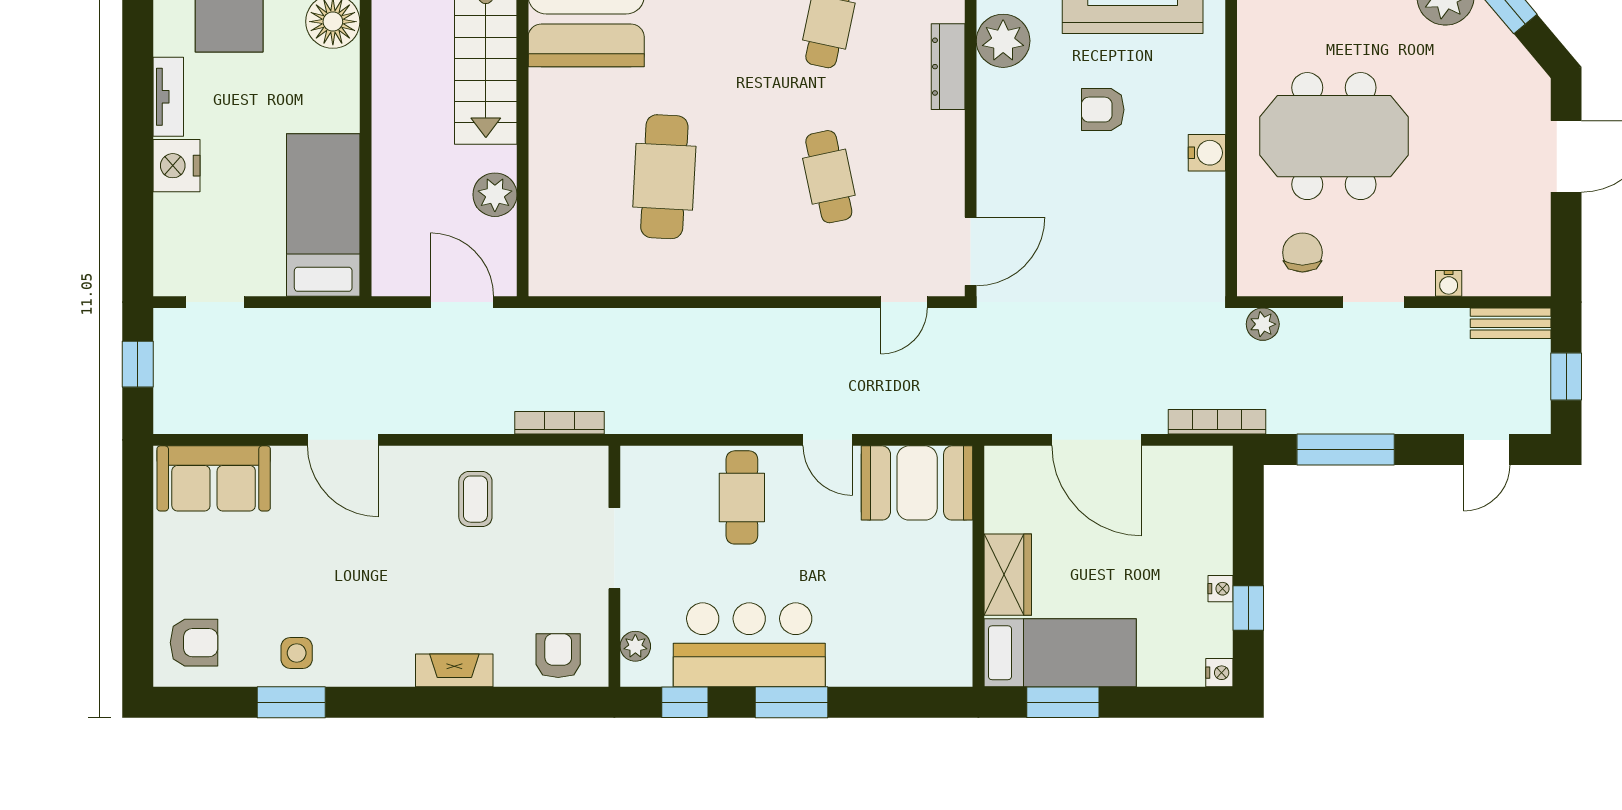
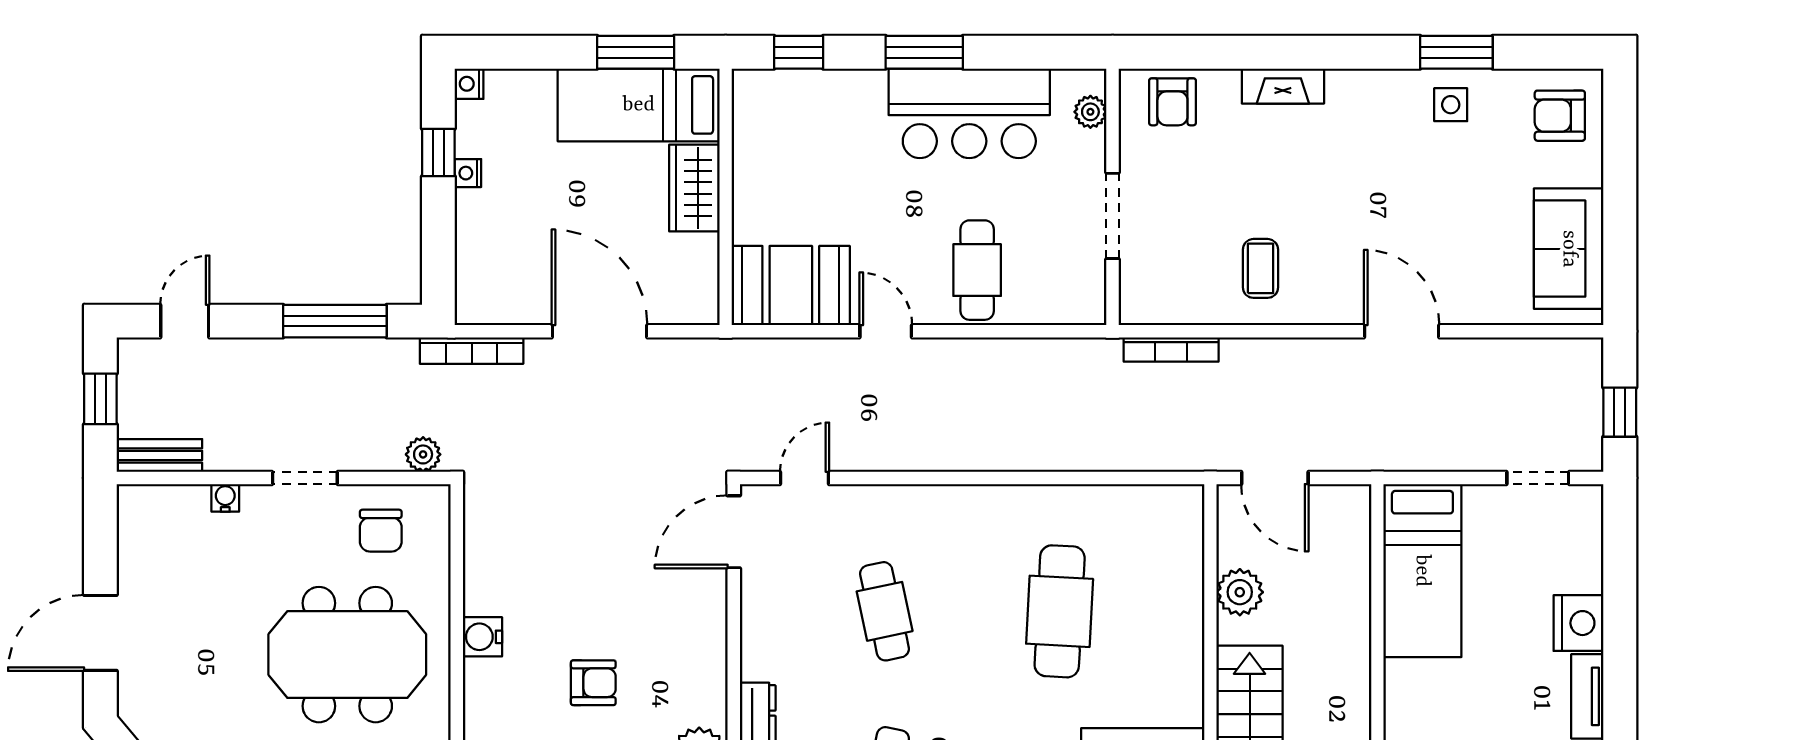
sofa: (214, 478) -> (1569, 249), moved, turned -90
window: (685, 702) -> (799, 52), moved

